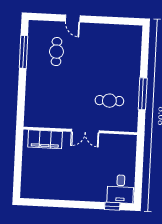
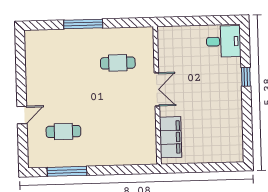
window: (143, 94) -> (83, 24), moved
cafe table: (109, 101) -> (118, 63), turned 90
window: (112, 206) -> (246, 77), moved

